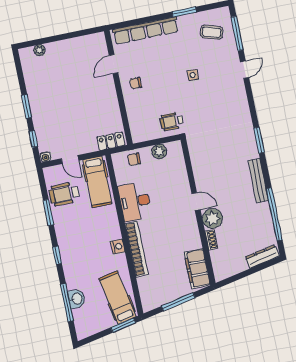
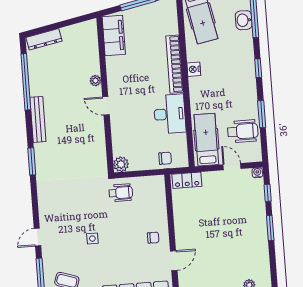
plant: (159, 152) -> (121, 164), moved
plant: (212, 218) -> (95, 81), width x0.53, depth x0.53
shoe rack: (211, 240) -> (95, 64), removed

